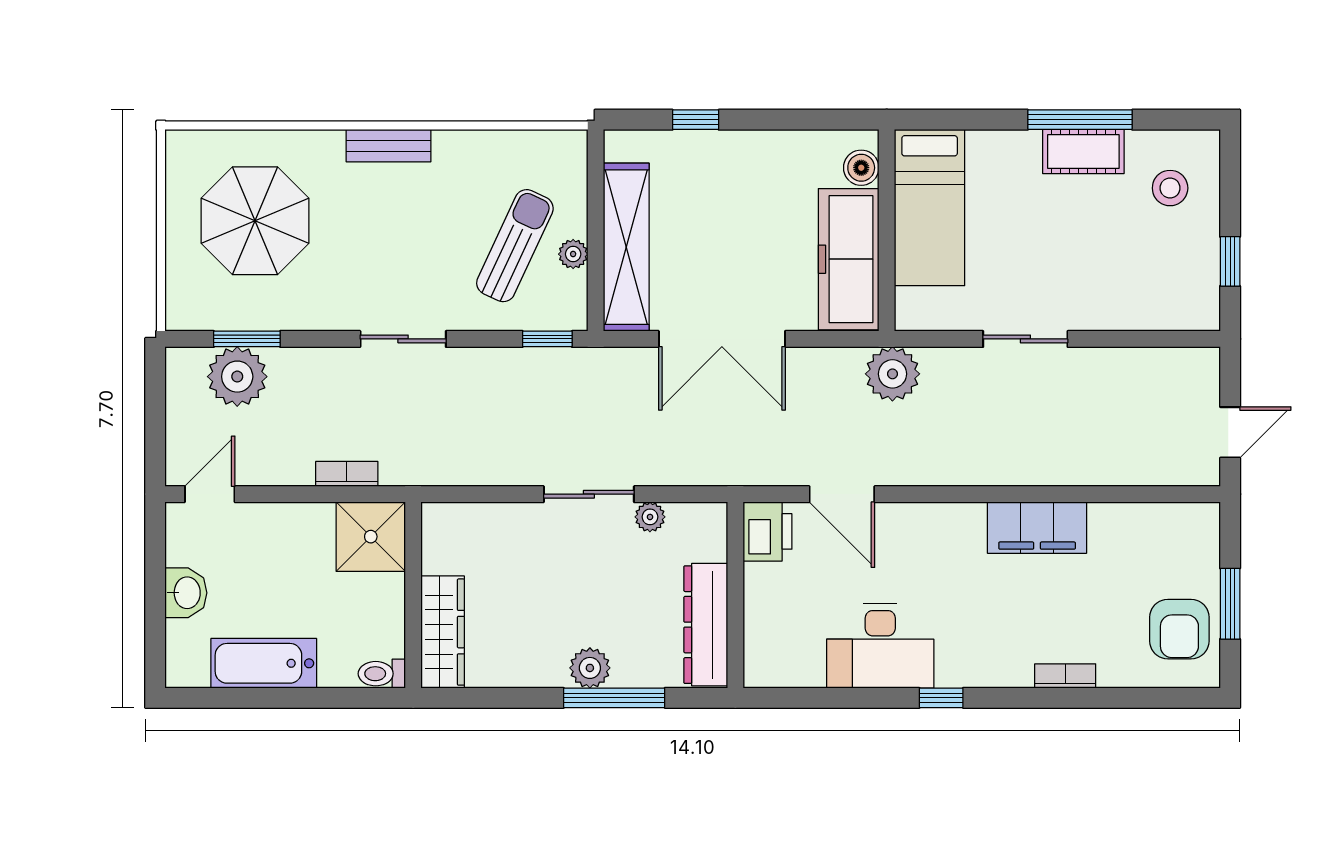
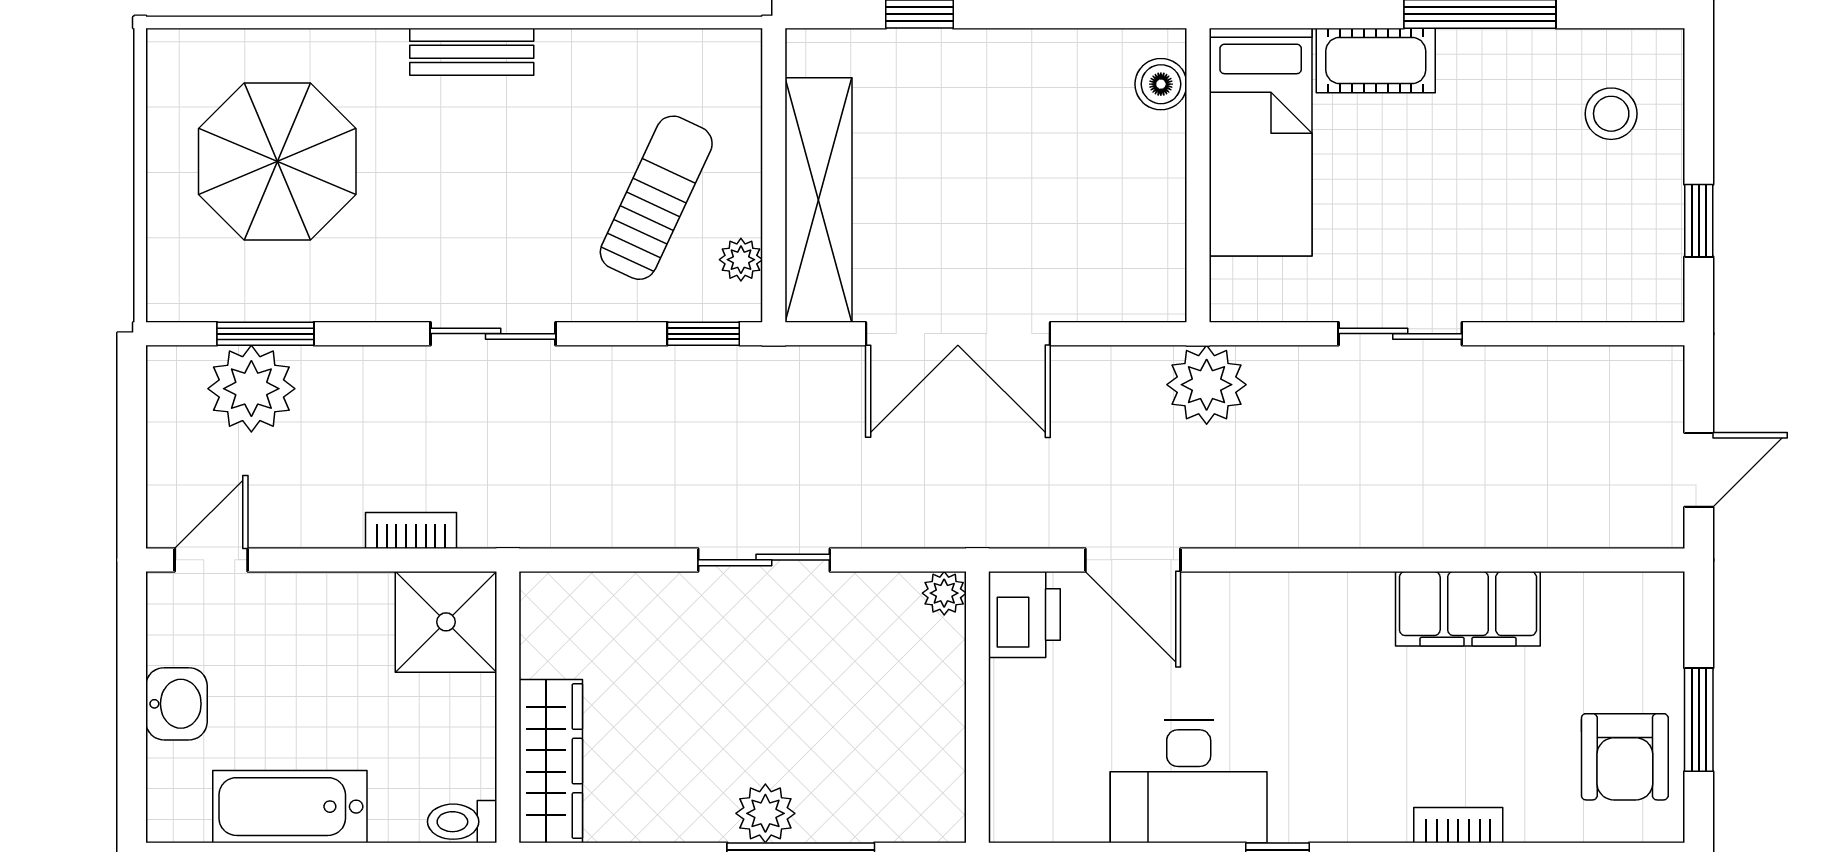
cot: (1083, 152) -> (1376, 60), moved
plant: (573, 254) -> (741, 260), moved
freezer: (849, 259) -> (1143, 217), removed
plant: (650, 517) -> (944, 593), moved
filing cabinet: (1037, 528) -> (1468, 609), moved
dresser: (706, 625) -> (934, 750), removed

